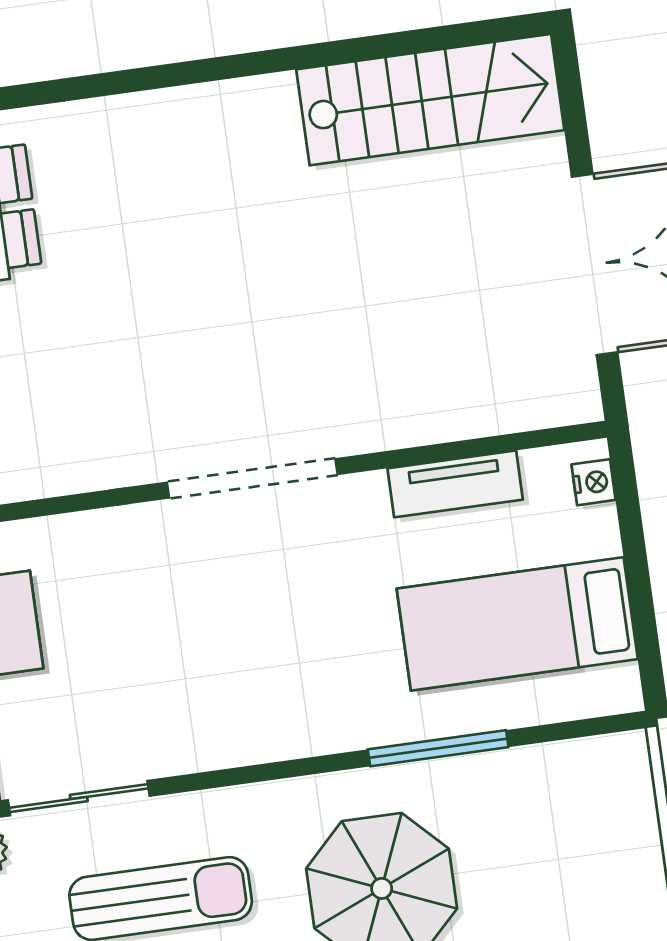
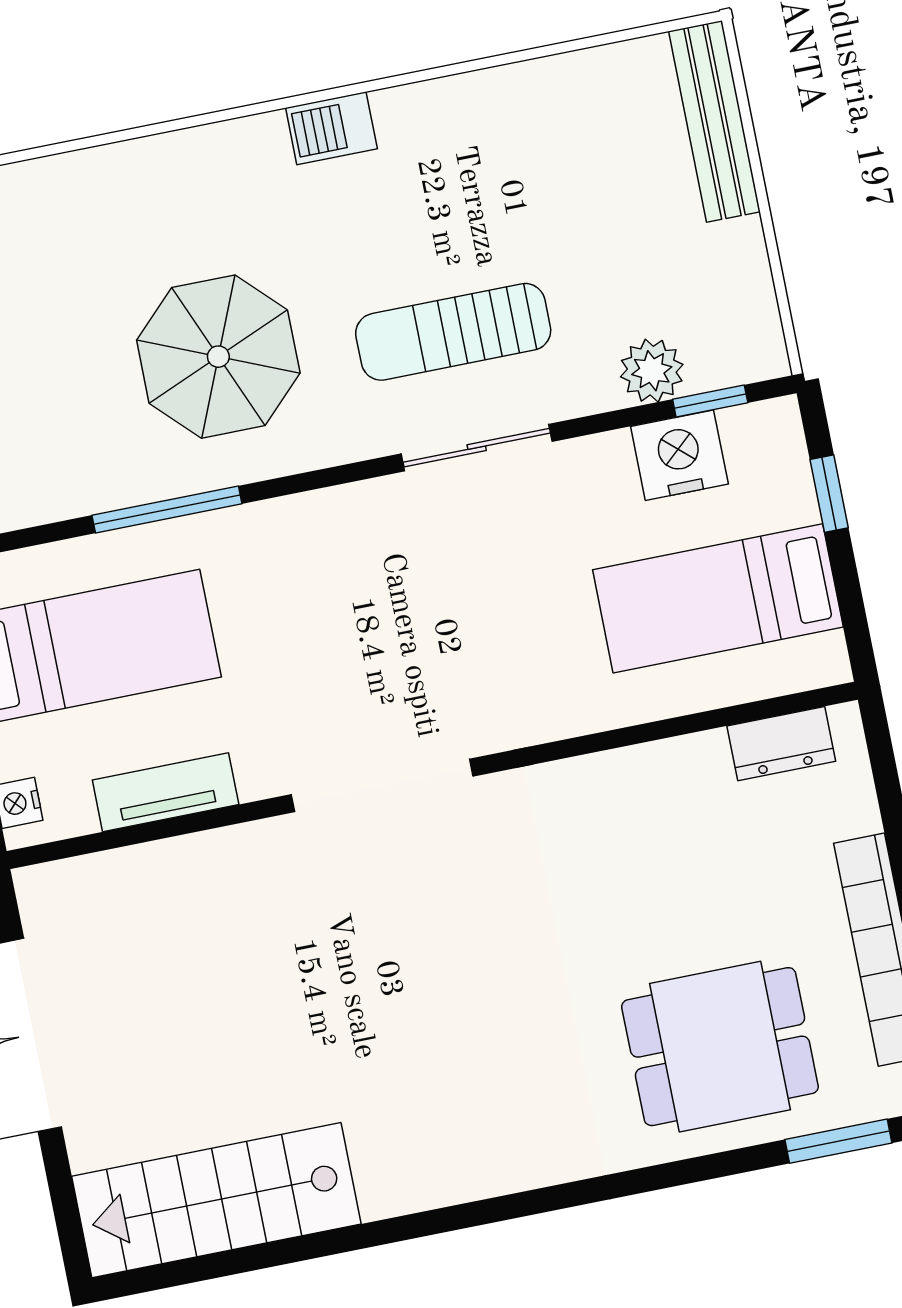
sliding door: (79, 798) -> (477, 448), moved

